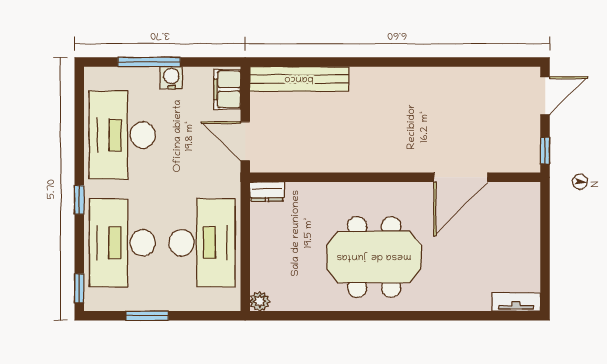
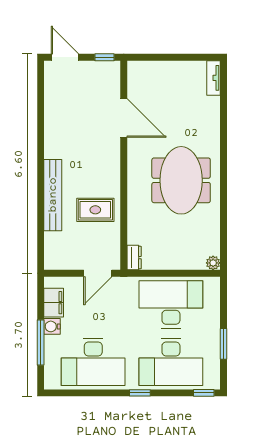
bench: (299, 79) -> (53, 195), moved
filing cabinet: (227, 89) -> (54, 303), moved, turned -90
rug: (333, 138) -> (95, 210), added

